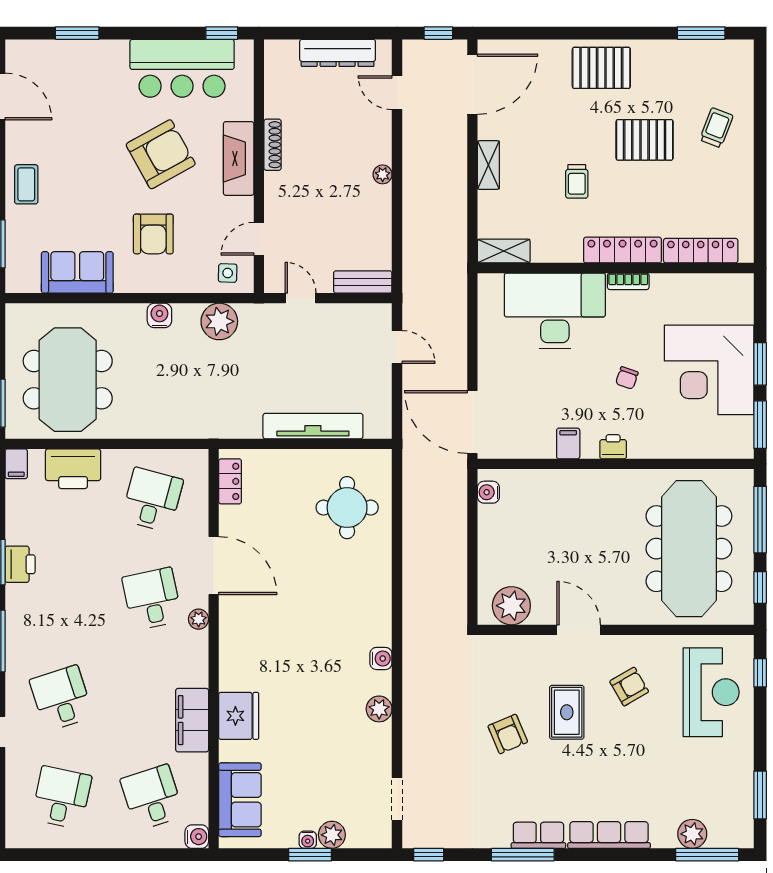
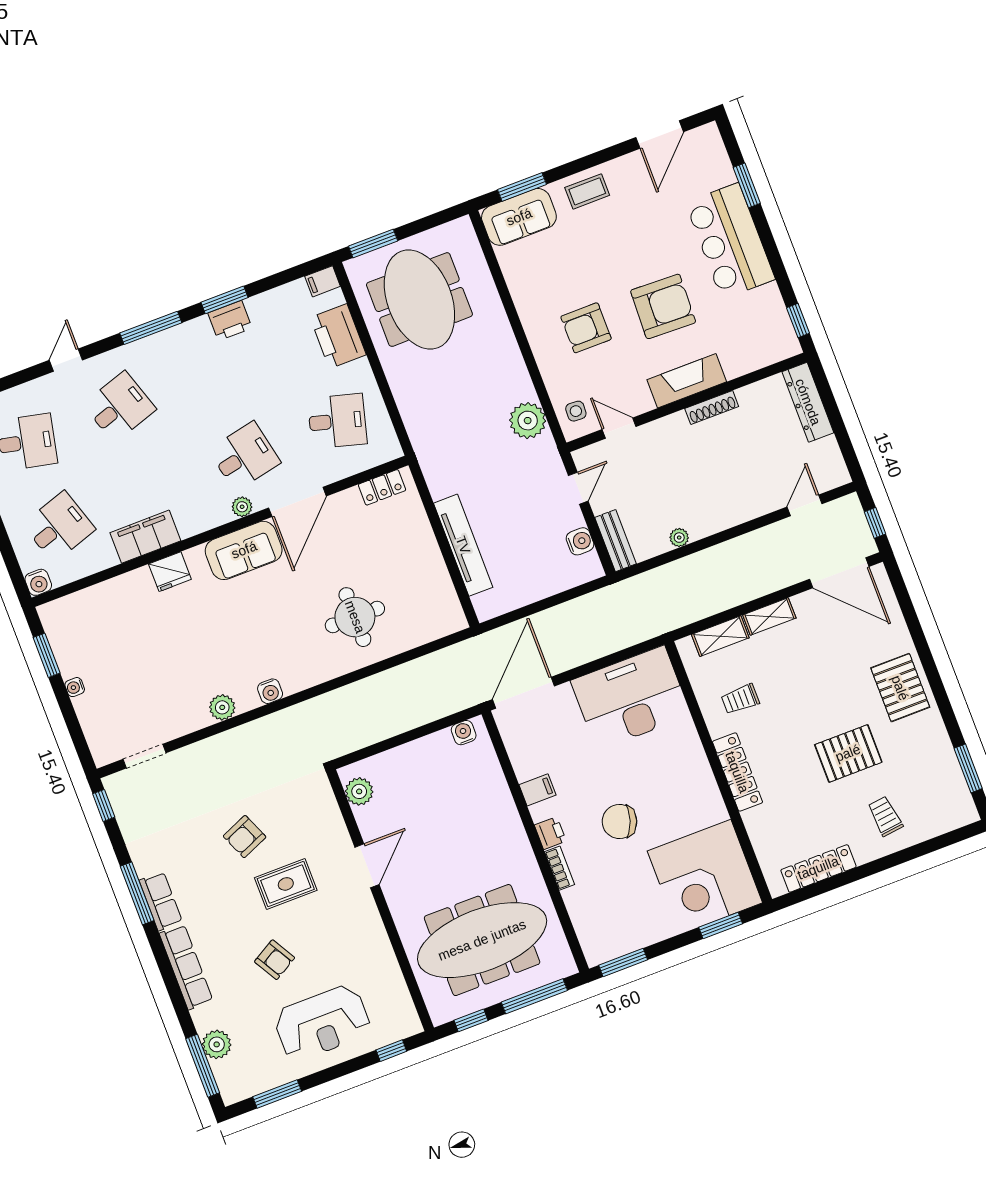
dresser: (338, 53) -> (808, 402), moved
bar counter: (182, 68) -> (730, 241), moved
trolley: (716, 128) -> (885, 816), turned -118
pallet: (645, 140) -> (848, 753), turned 90
armchair: (161, 154) -> (663, 306), turned -59
plant: (383, 174) -> (679, 538), moved
trolley: (577, 181) -> (740, 699), moved
shelving: (504, 251) -> (720, 636), moved, turned 90
locker: (701, 251) -> (818, 868), moved, turned -90
sofa: (77, 272) -> (519, 217), moved, turned 90
bookcase: (628, 281) -> (560, 868), moved, turned 180
desk: (555, 311) -> (631, 698), moved, turned -90
water cooler: (159, 315) -> (580, 541), moved
door: (397, 347) -> (567, 596), removed
window: (760, 364) -> (721, 926), moved
corner desk: (709, 370) -> (705, 877), moved, turned -90
chair: (627, 378) -> (619, 822), width x1.87, depth x1.87
meeting table: (68, 380) -> (419, 300), turned 90
round table: (347, 508) -> (355, 617), moved
plant: (511, 606) -> (359, 791), width x0.73, depth x0.73
armchair: (629, 687) -> (275, 960), moved
reception desk: (711, 692) -> (322, 1023), moved
fridge: (239, 716) -> (170, 572), width x0.73, depth x0.75
sofa: (240, 800) -> (244, 550), moved
plant: (332, 835) -> (88, 708), removed
window: (310, 855) -> (47, 655), moved

